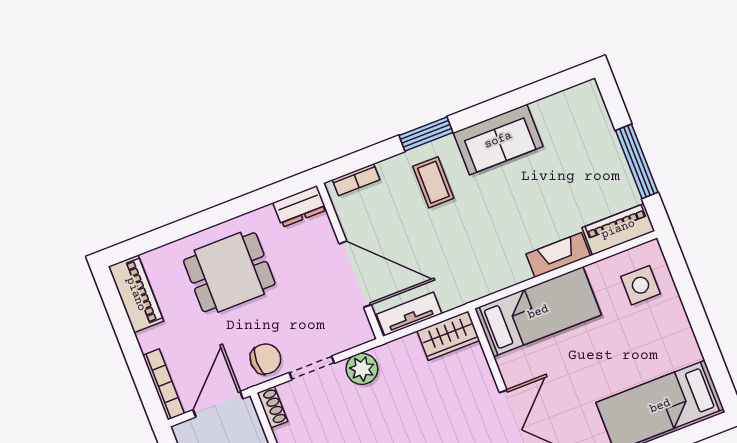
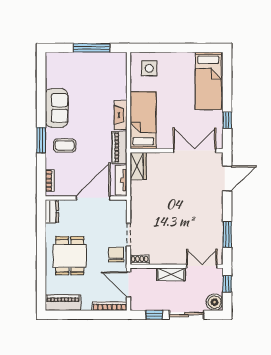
piano: (618, 229) -> (120, 147), moved
fireplace: (558, 255) -> (121, 115), moved
plant: (362, 369) -> (138, 212), removed

